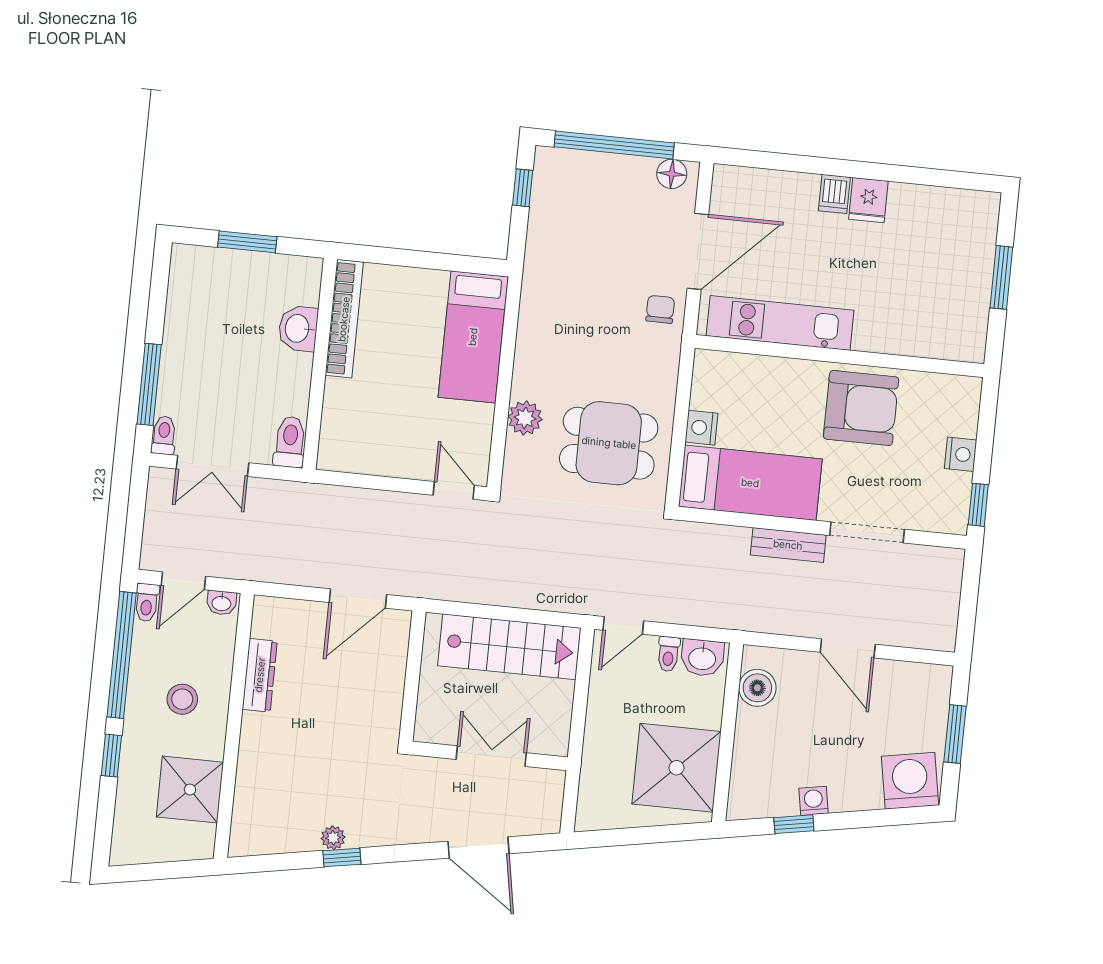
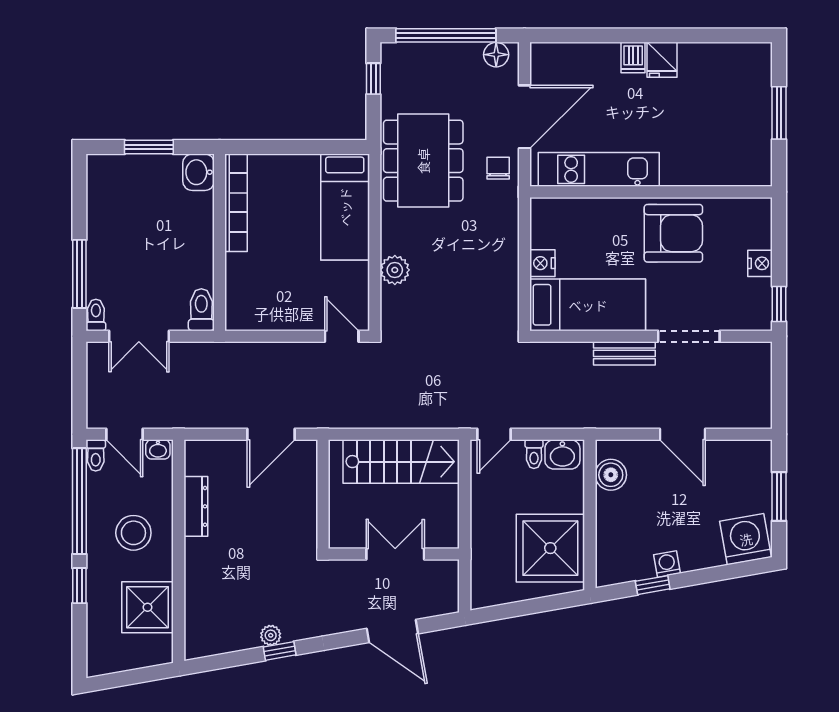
washbasin: (298, 328) -> (199, 172), moved
dining table: (609, 443) -> (423, 161), moved, width x1.38
door: (183, 581) -> (124, 434), hinge flipped
stool: (182, 699) -> (133, 533), width x1.38, depth x1.38

